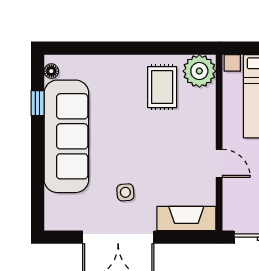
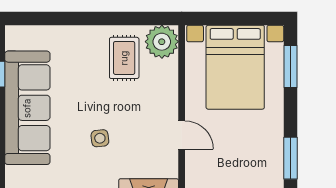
floor lamp: (51, 71) -> (12, 42), removed
side table: (125, 192) -> (100, 138), moved

